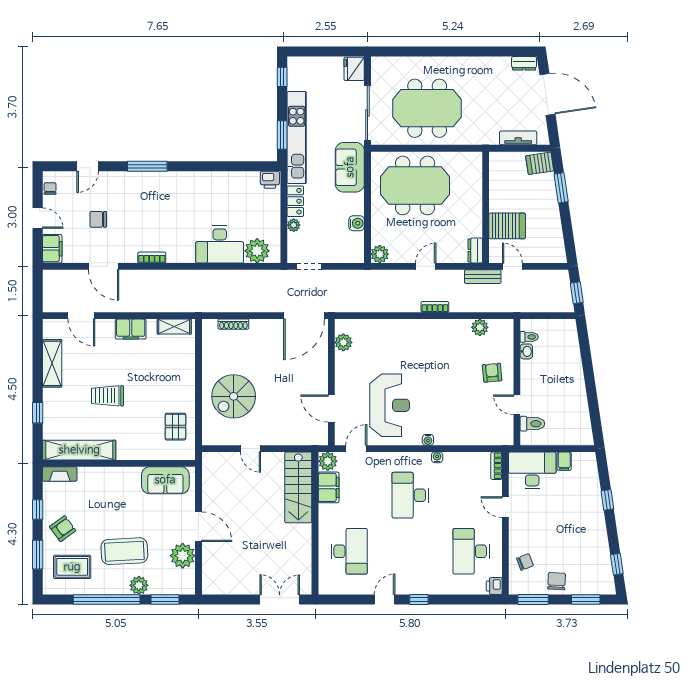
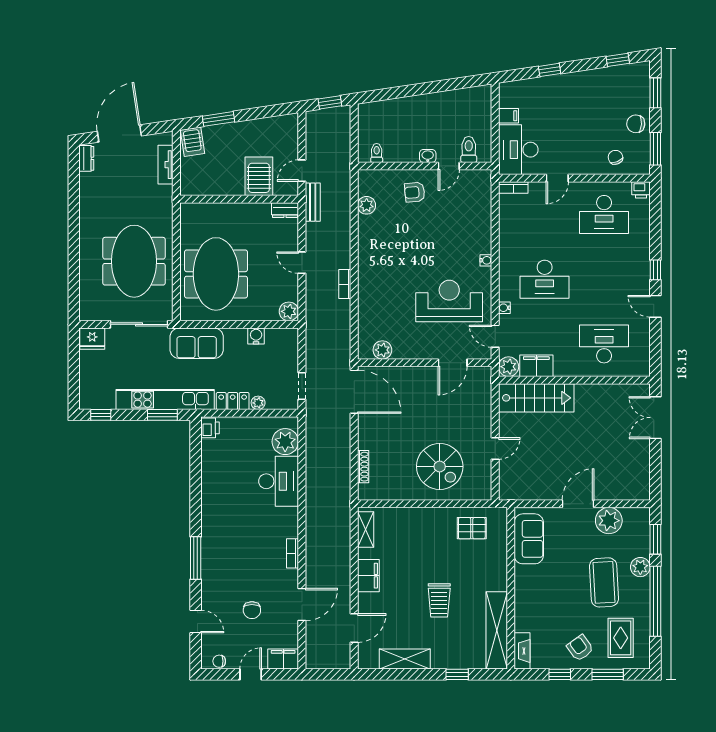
bookcase: (435, 307) -> (345, 284), moved
washbasin: (526, 351) -> (428, 156), moved
water cooler: (437, 457) -> (504, 308), moved

